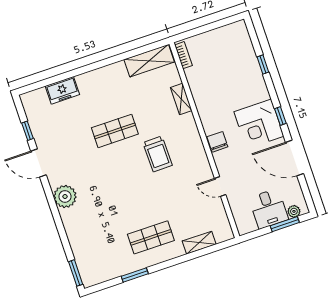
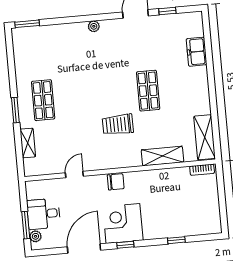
shelving: (181, 99) -> (162, 156), width x1.50, depth x1.33
plant: (65, 196) -> (94, 26), width x0.53, depth x0.53
window: (135, 275) -> (15, 110), moved

